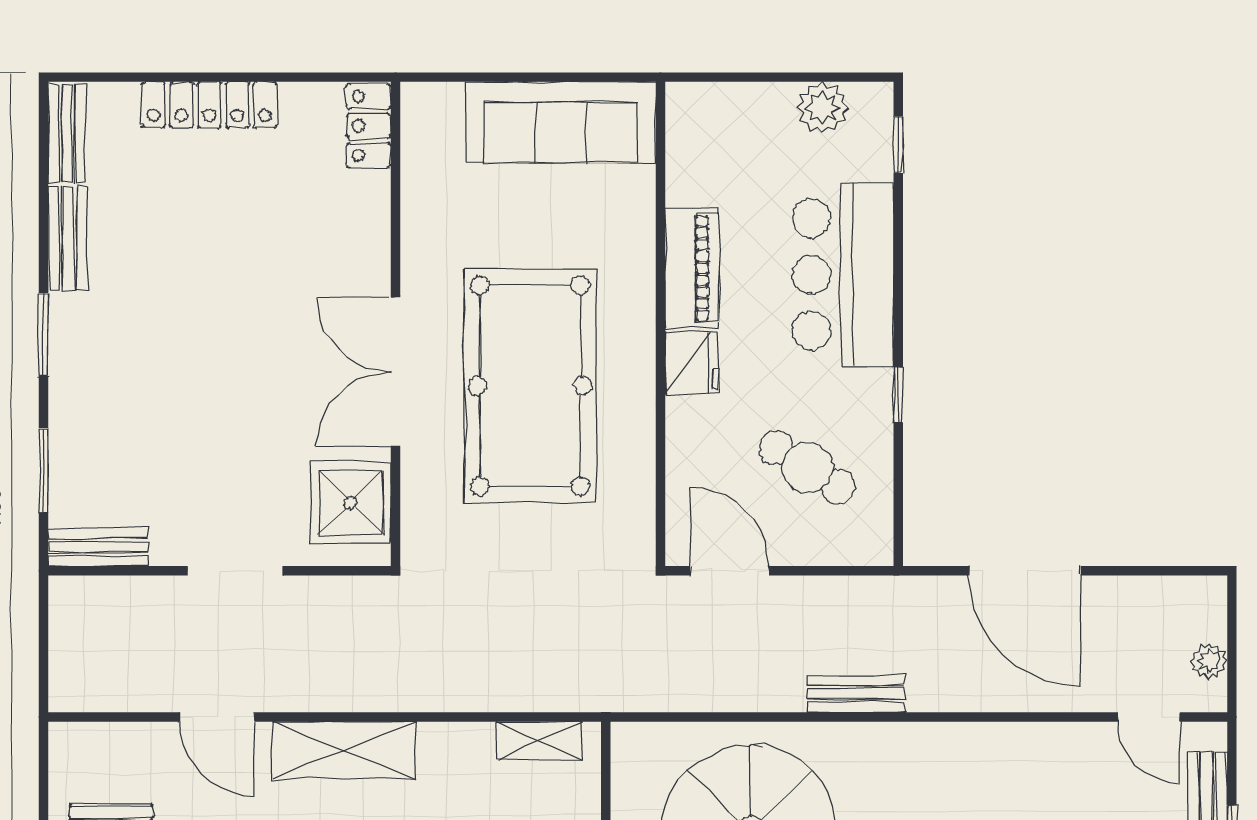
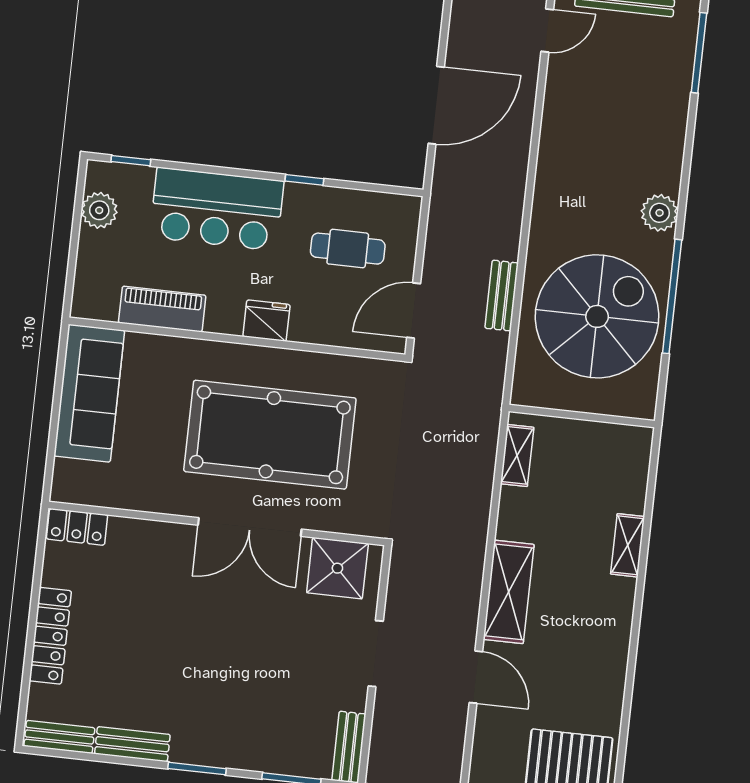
piano: (692, 268) -> (162, 309), moved
cafe table: (807, 467) -> (348, 249), turned 58
bench: (856, 694) -> (502, 296), moved
door: (217, 717) -> (476, 677), hinge flipped

